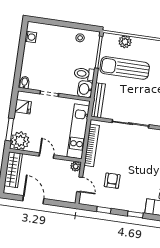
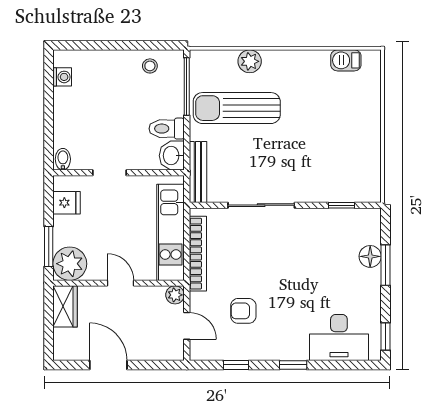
plant: (125, 42) -> (250, 61), moved
wardrobe: (13, 170) -> (65, 306), width x0.67
armchair: (112, 181) -> (243, 311), turned -90

